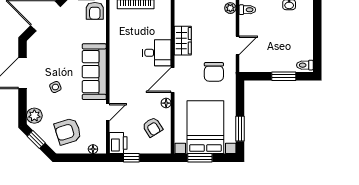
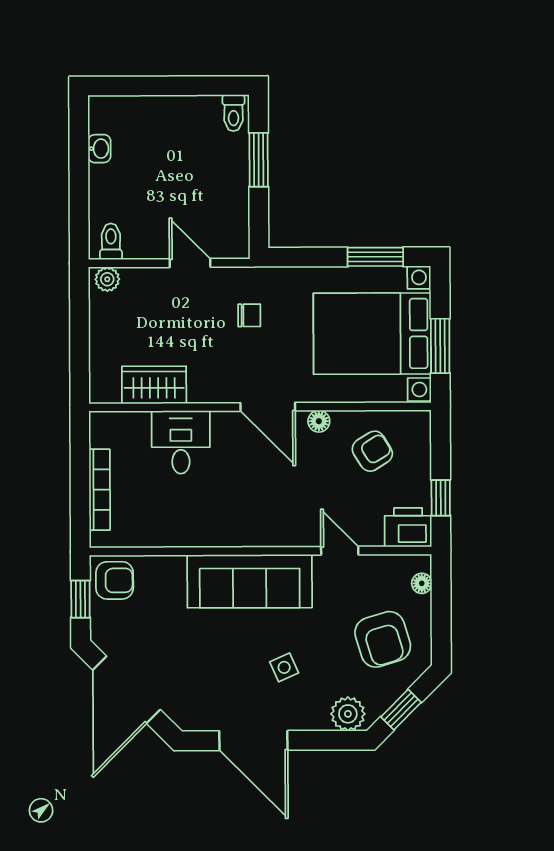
wardrobe: (183, 41) -> (154, 385), moved
desk: (157, 53) -> (181, 442), moved
chair: (214, 72) -> (249, 315), width x0.54, depth x0.54

